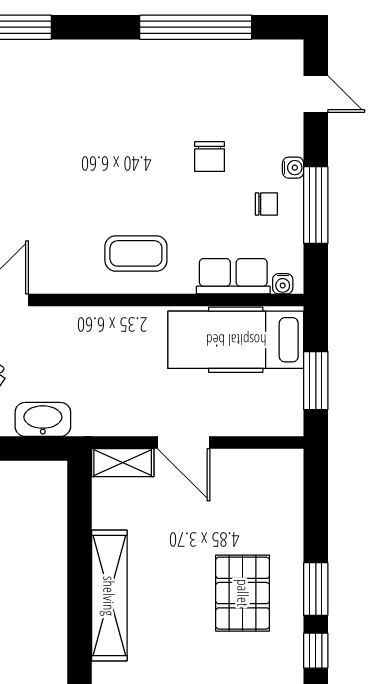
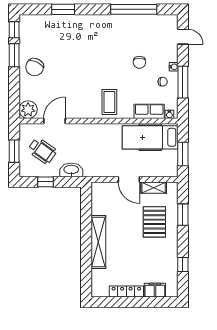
coffee table: (136, 253) -> (109, 102), turned 90
shelving: (123, 463) -> (154, 188), moved
window: (316, 589) -> (183, 215), moved
pallet: (243, 593) -> (154, 222), moved

